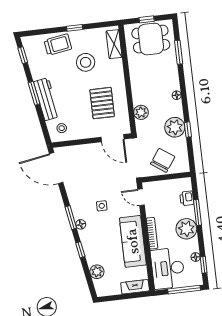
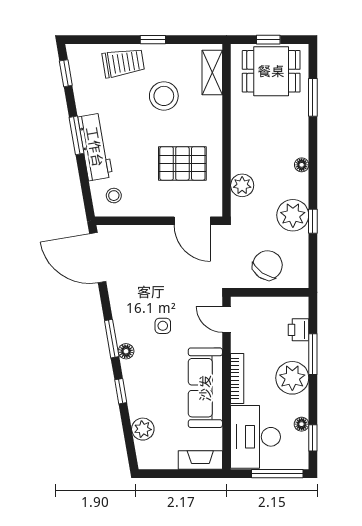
pallet: (102, 103) -> (182, 163), turned 90

